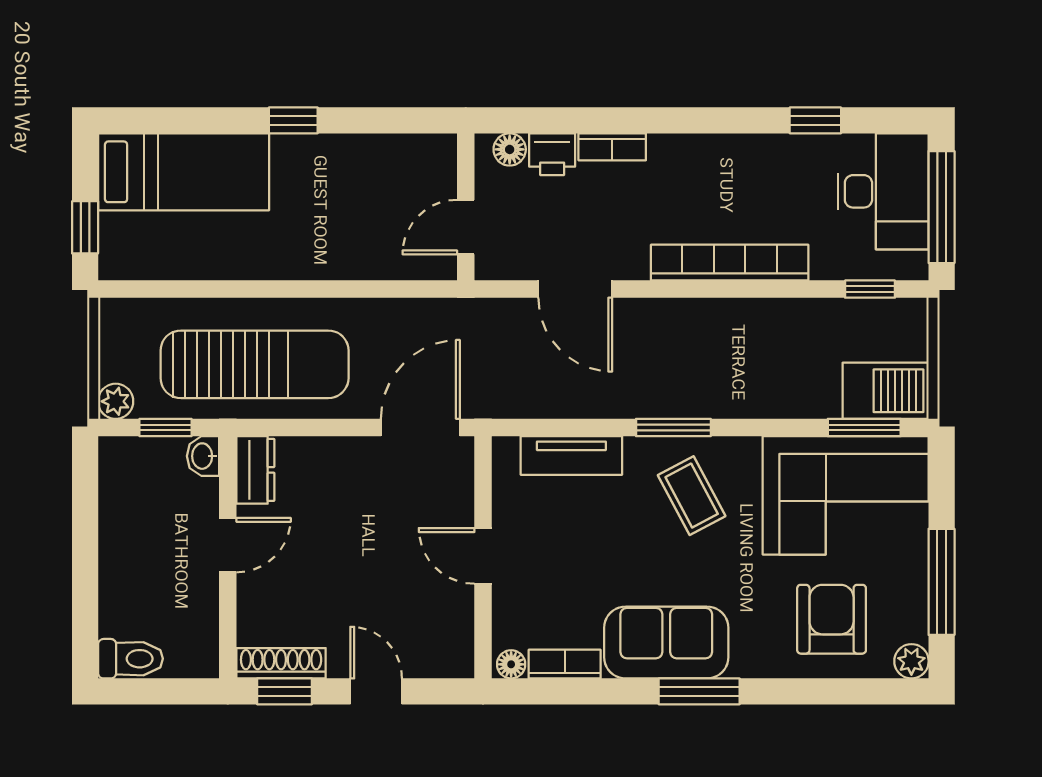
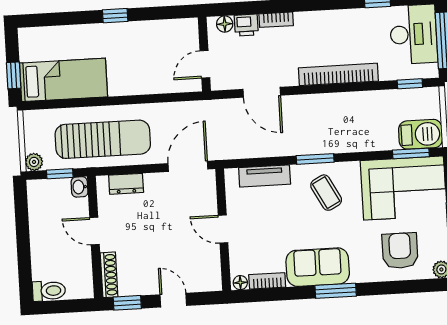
bed: (184, 172) -> (64, 80), moved
dresser: (255, 470) -> (126, 184), moved, turned 90
door: (228, 545) -> (95, 231), swing flipped
shoe rack: (281, 663) -> (109, 275), moved, turned 90

